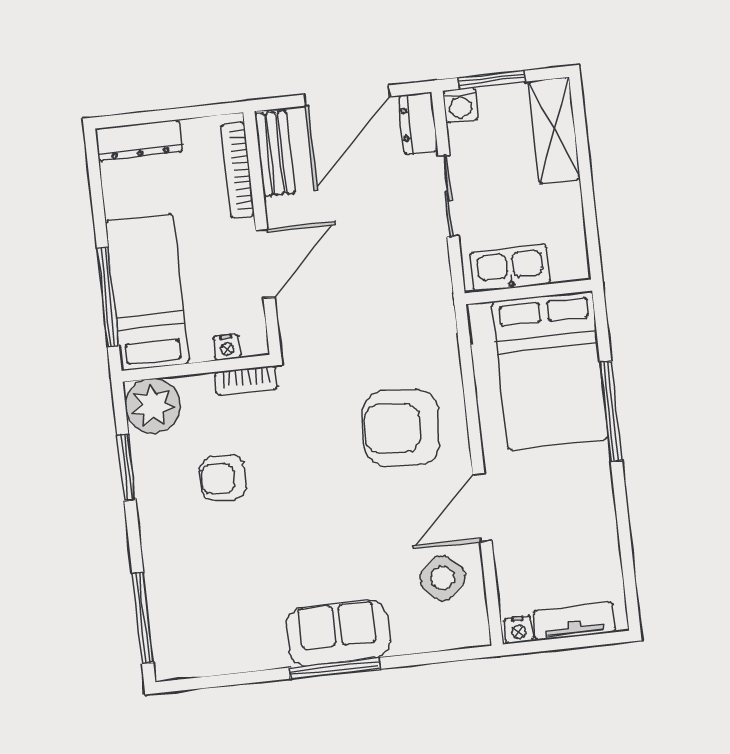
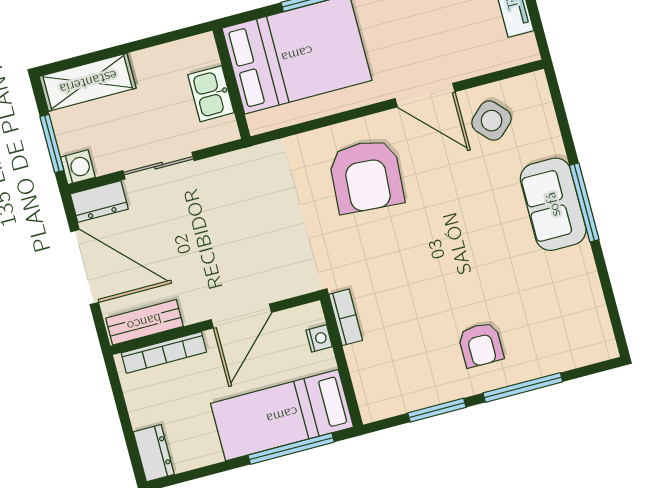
dresser: (139, 140) -> (154, 453), width x0.70
door: (265, 264) -> (241, 316), swing flipped
kitchen sink: (510, 268) -> (211, 94), width x0.73
plant: (153, 406) -> (380, 395), removed
armchair: (223, 478) -> (481, 345), moved
window: (143, 618) -> (523, 387), moved
nightstand: (519, 630) -> (527, 48), removed

